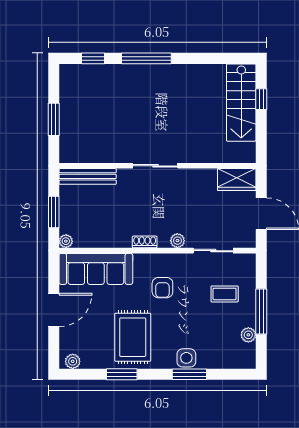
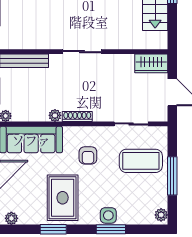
plant: (177, 241) -> (55, 115), moved
shoe rack: (145, 242) -> (77, 117), width x1.43
coffee table: (225, 294) -> (141, 161), width x1.86, depth x1.72
plant: (248, 335) -> (161, 215), moved

